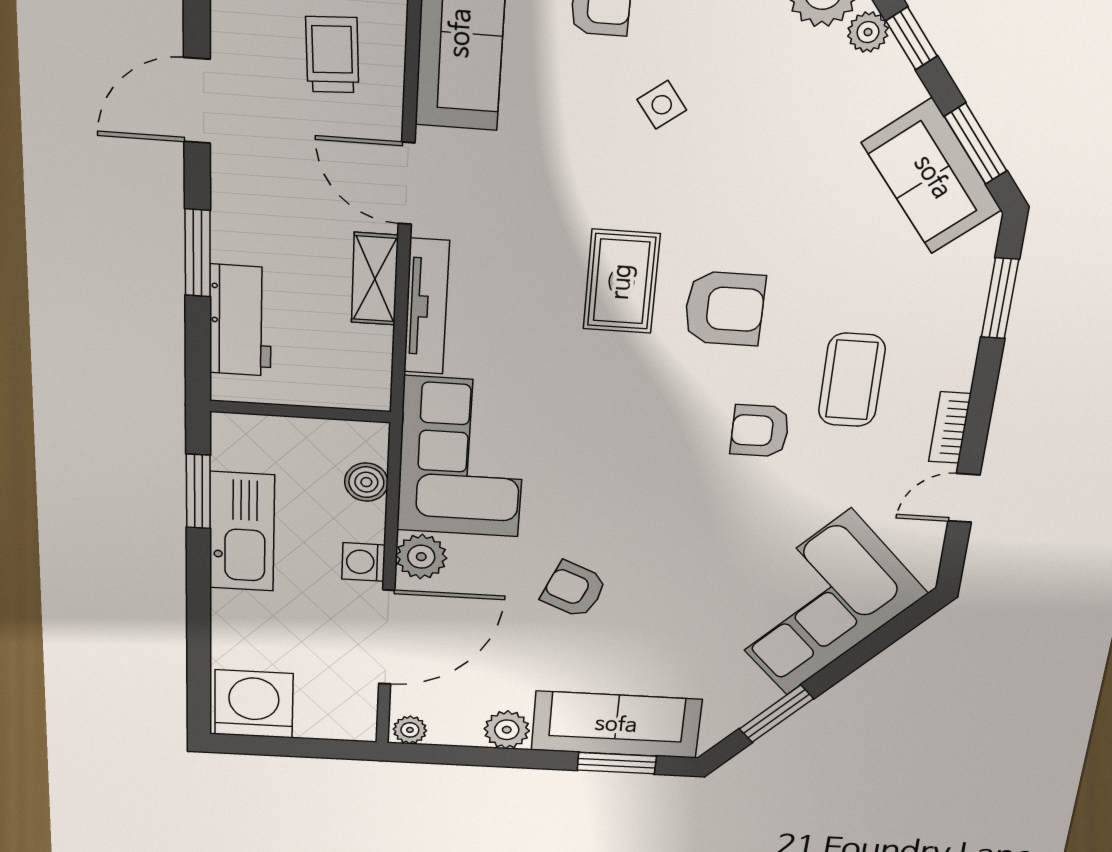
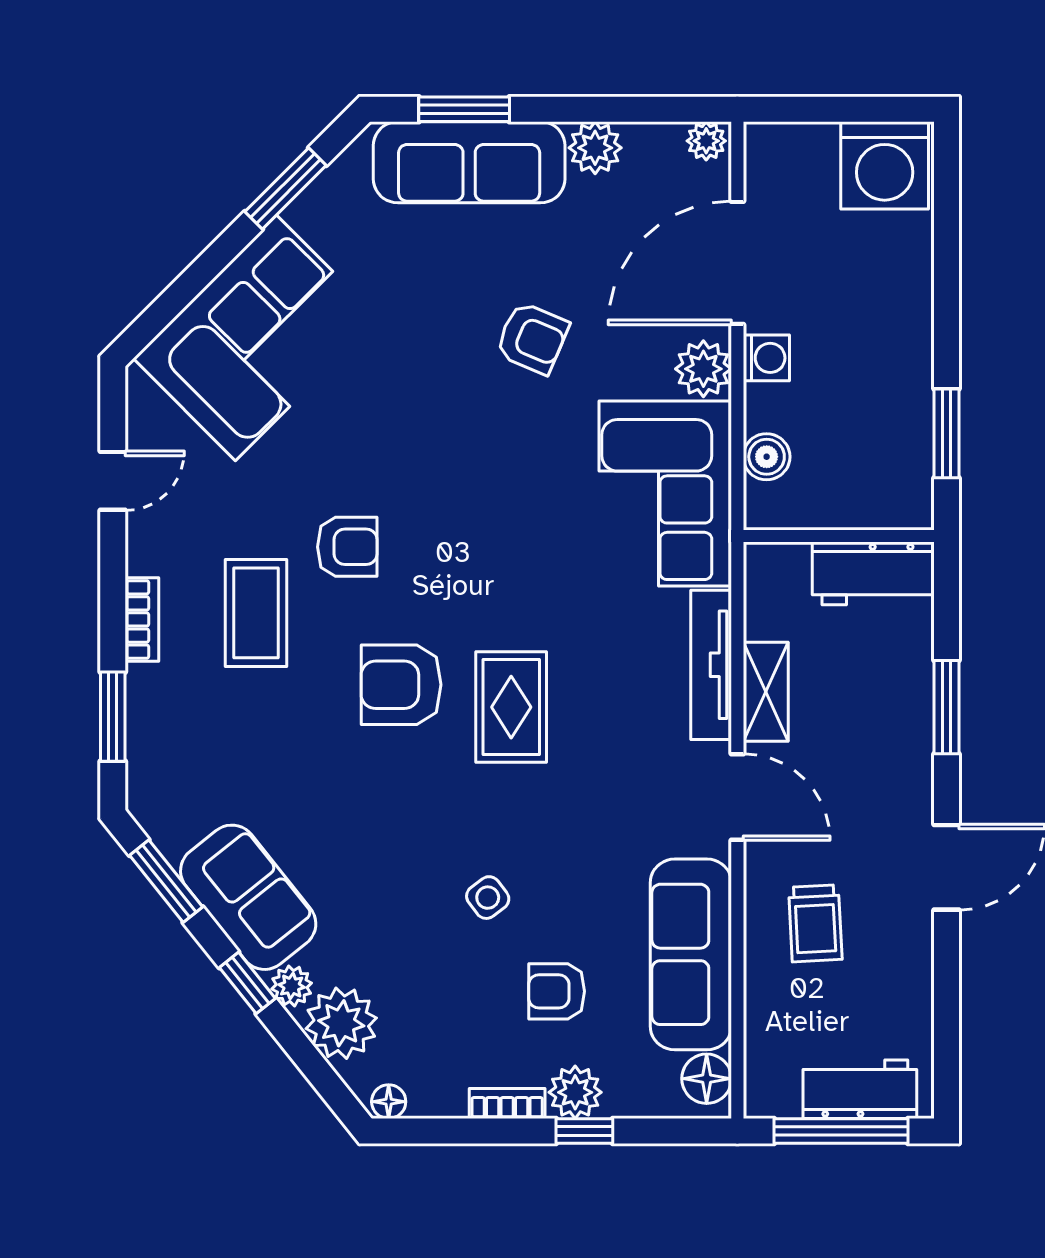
sofa: (932, 177) -> (248, 897), moved
workbench: (240, 321) -> (873, 573), moved, turned -90
bookcase: (950, 428) -> (142, 619), moved
kitchen sink: (242, 532) -> (900, 387), removed

